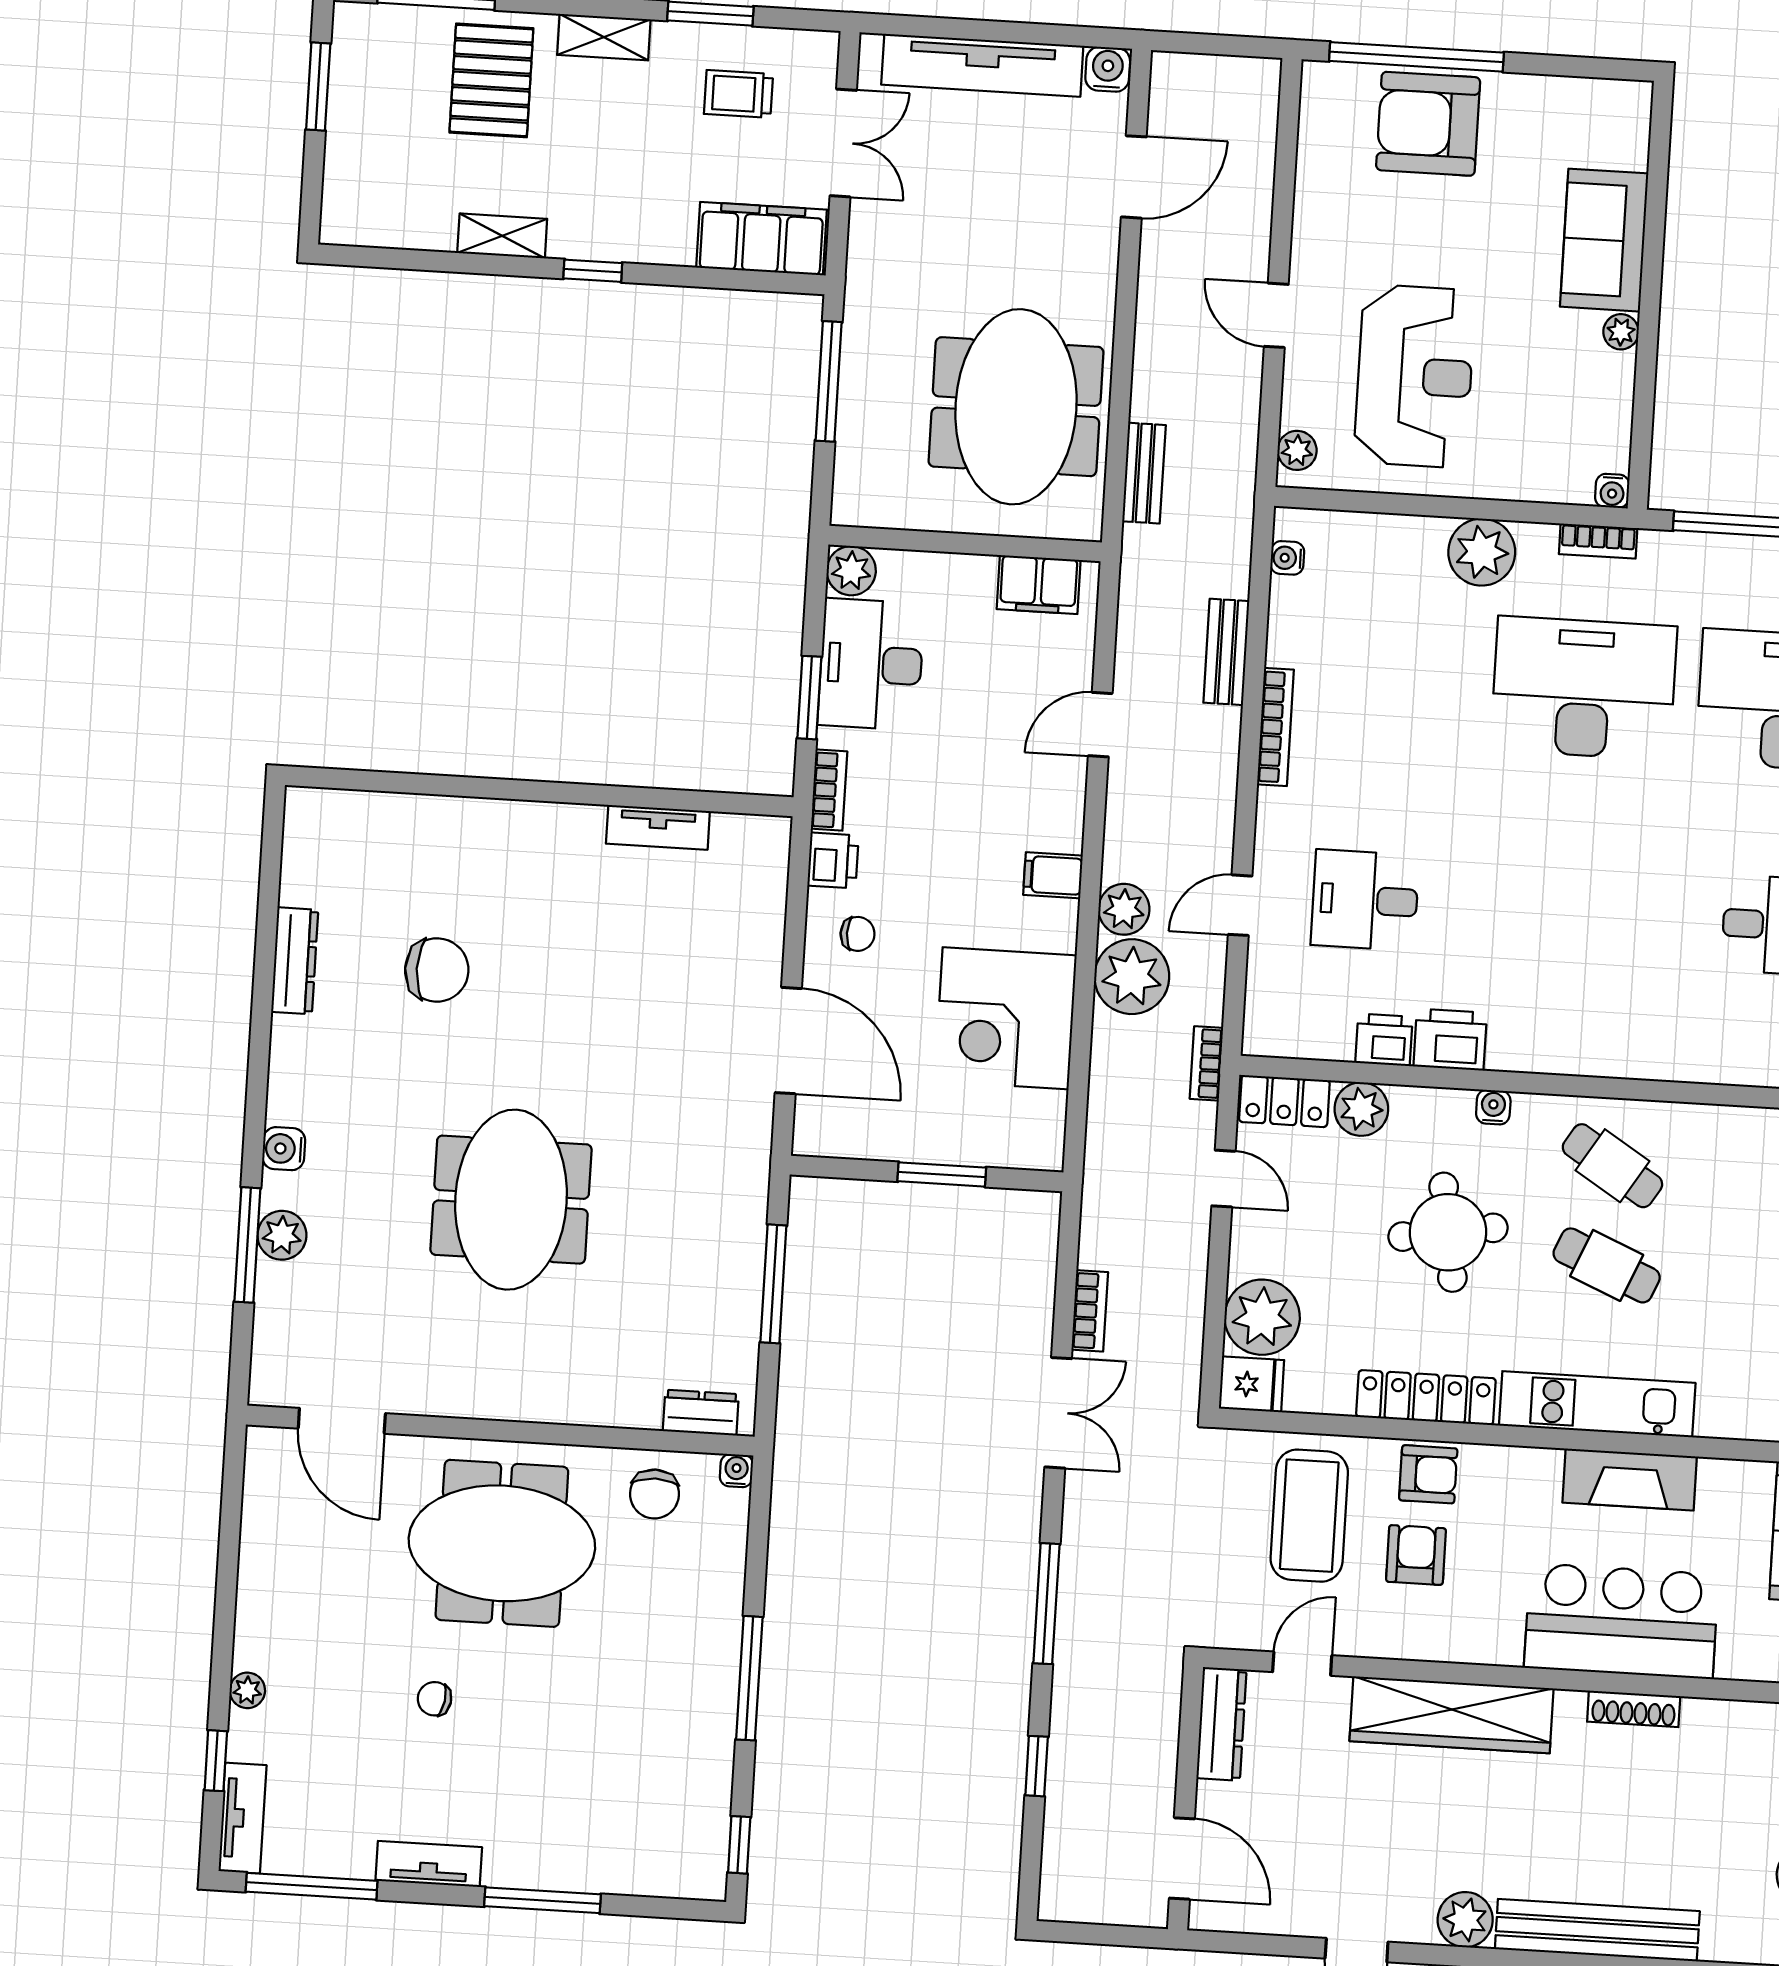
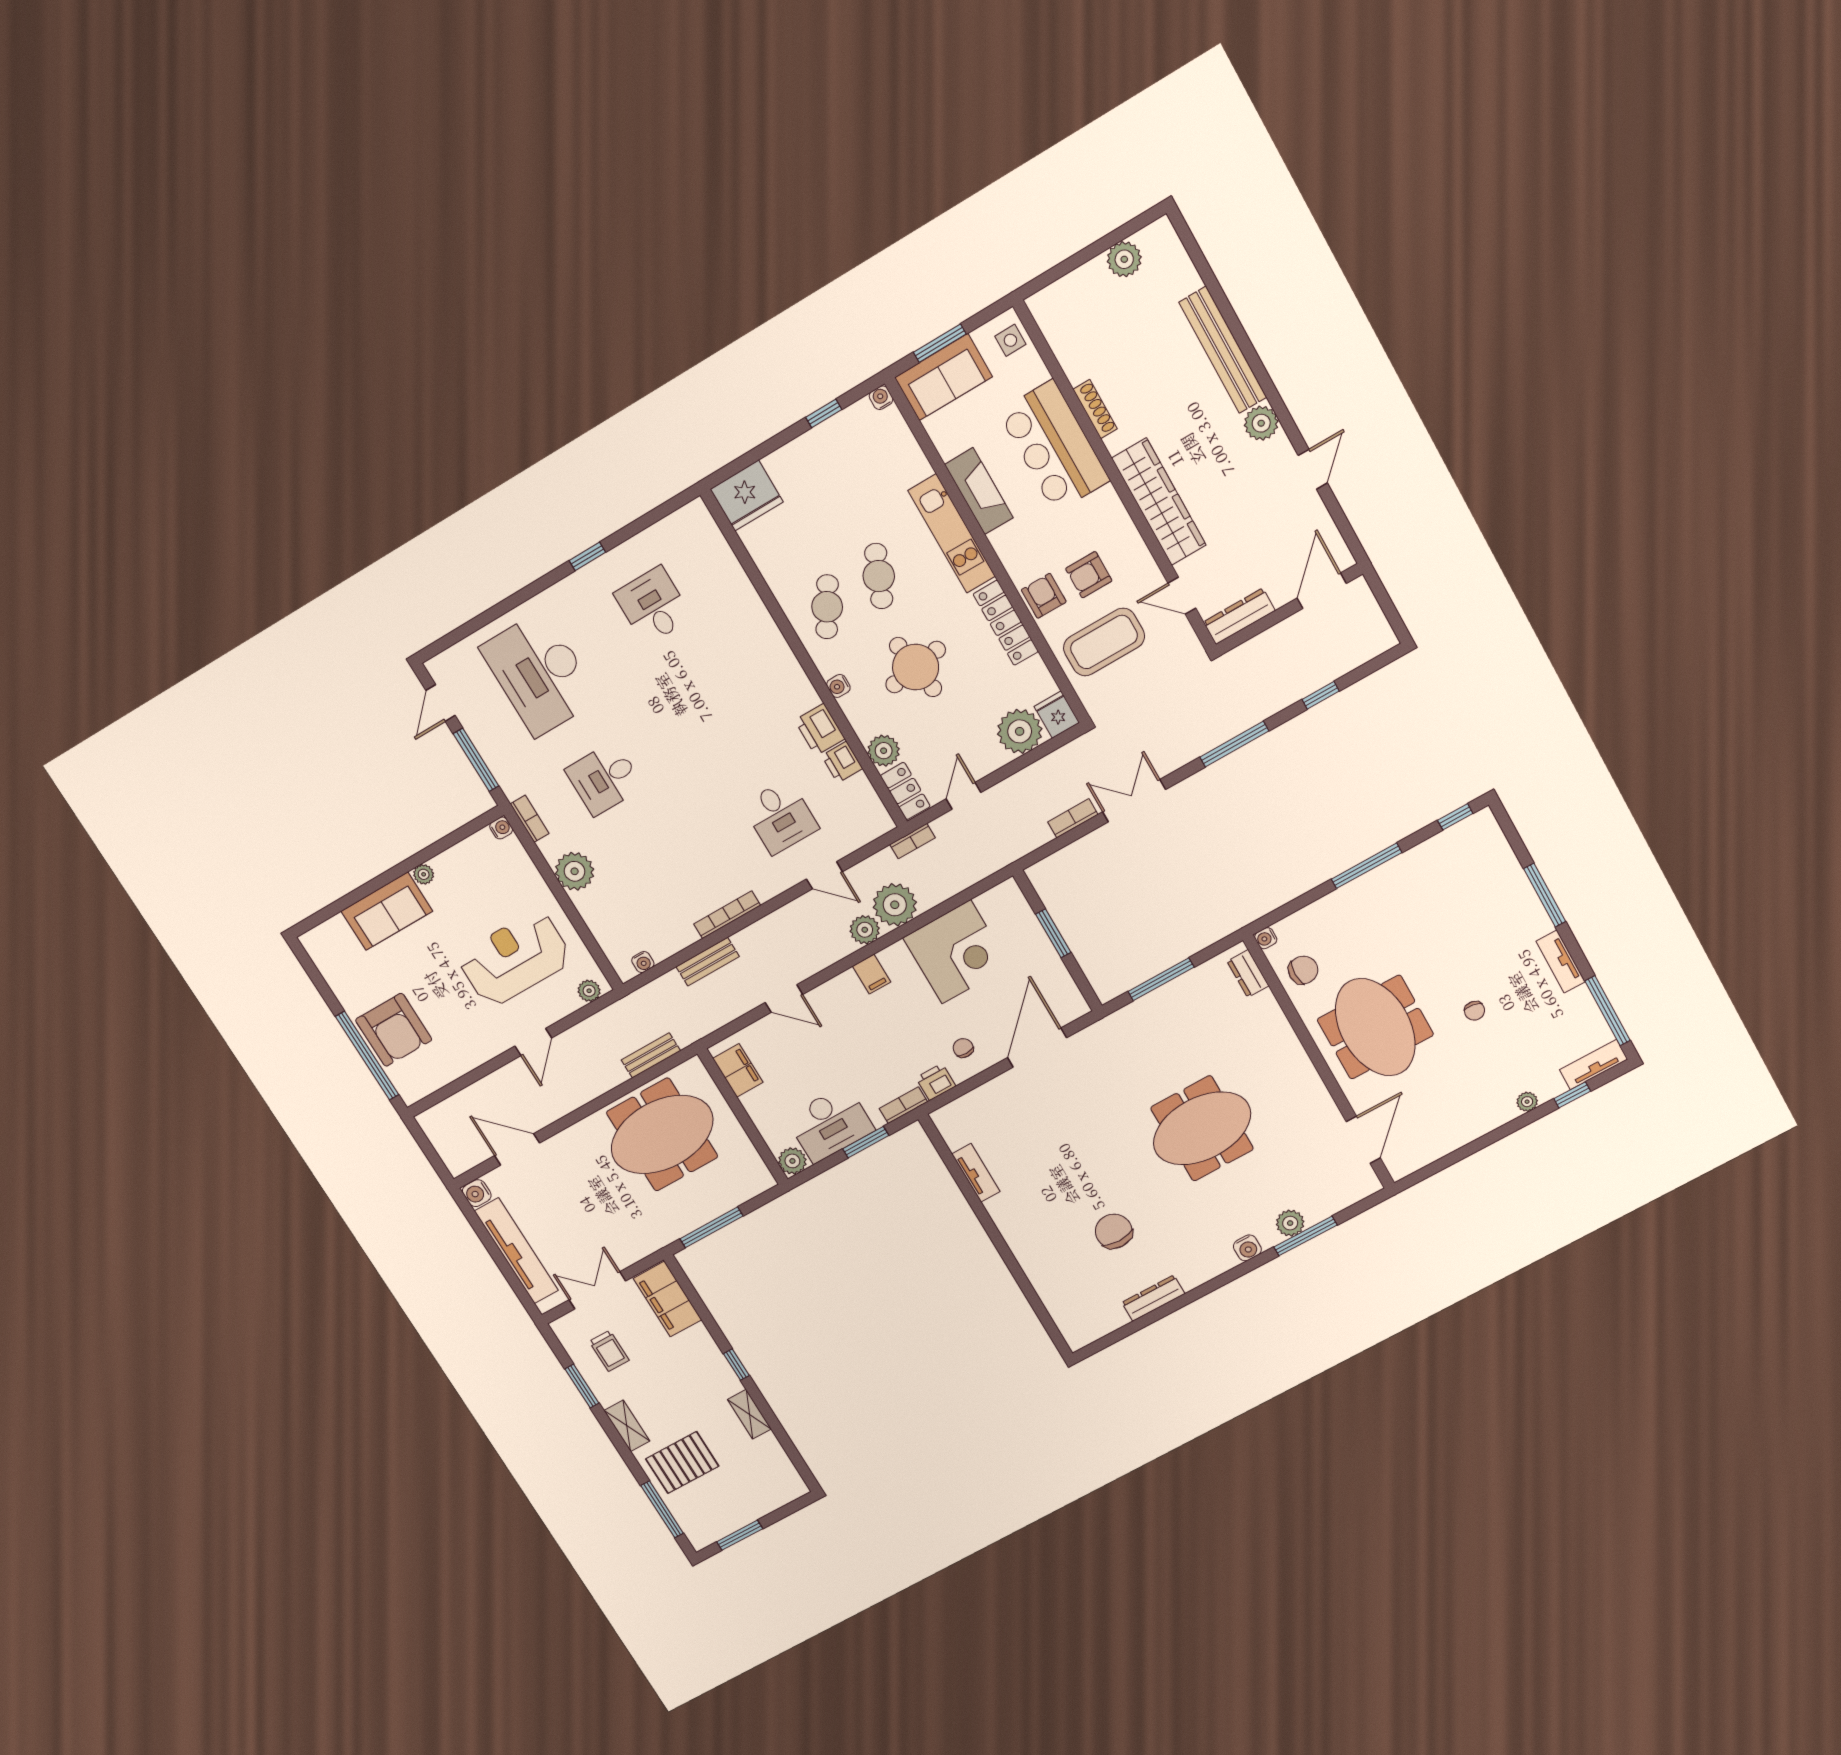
desk: (1584, 688) -> (604, 778), width x0.53, depth x0.77

